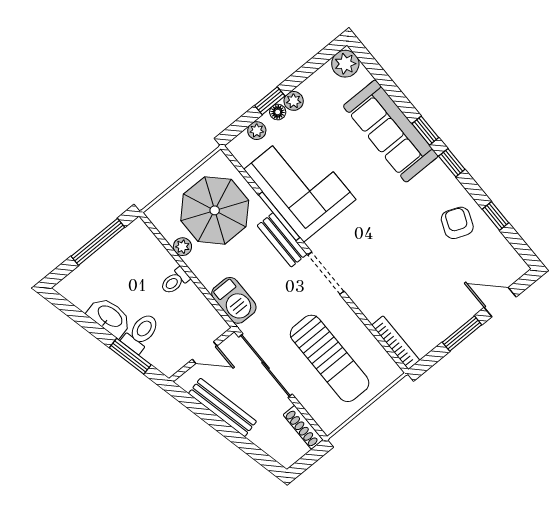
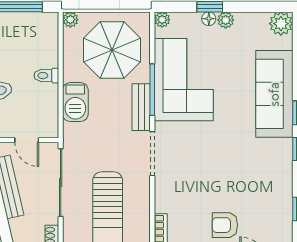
plant: (257, 131) -> (162, 20), moved
armchair: (457, 223) -> (225, 225), moved, turned -112
plant: (182, 247) -> (70, 20), moved
barbecue: (234, 300) -> (75, 102), moved

